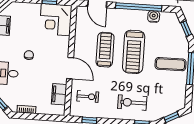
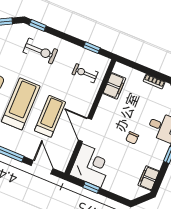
treadmill: (105, 50) -> (50, 116), turned 180
door: (70, 68) -> (85, 130), moved

